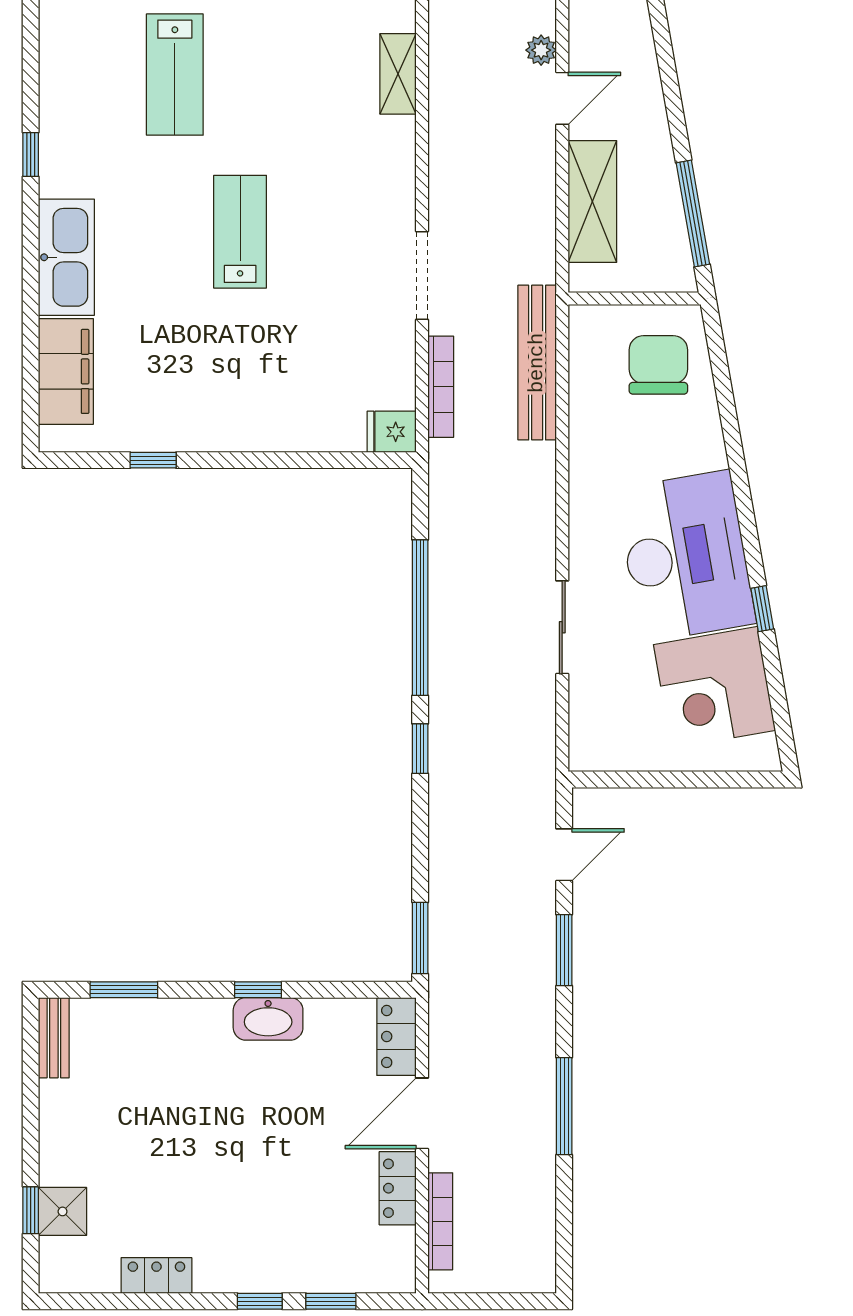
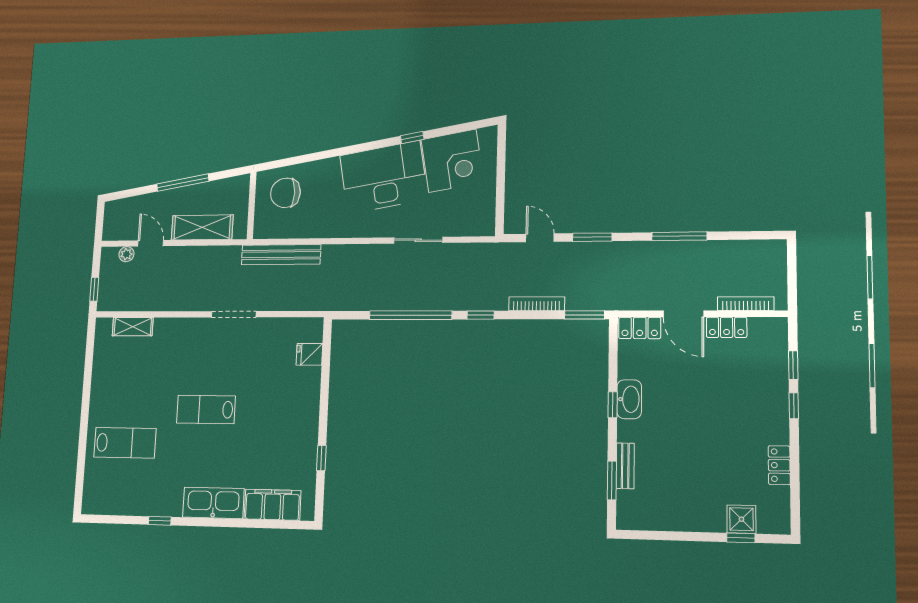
window: (693, 214) -> (183, 183), moved
bookcase: (441, 387) -> (537, 304), moved
fridge: (392, 432) -> (309, 354), moved, turned 90
bench: (54, 1038) -> (625, 466), moved, turned 90

